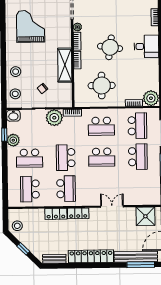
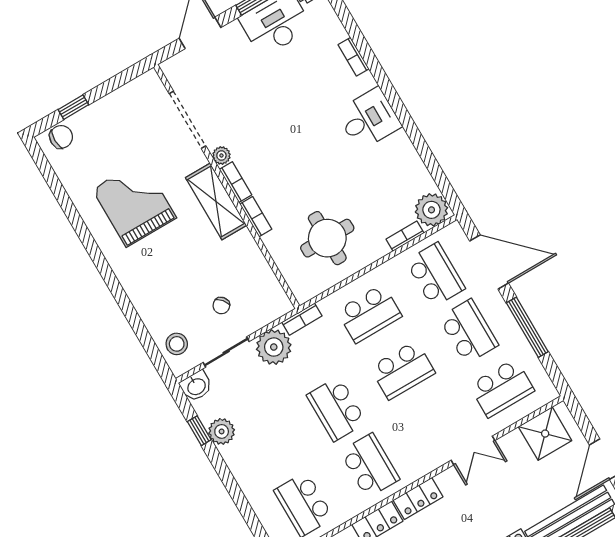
round table: (110, 47) -> (303, 159), removed
shelving: (65, 65) -> (216, 201), moved
stool: (16, 72) -> (154, 302), removed
school desk: (30, 158) -> (502, 388), moved
double door: (112, 206) -> (473, 450), swing flipped

